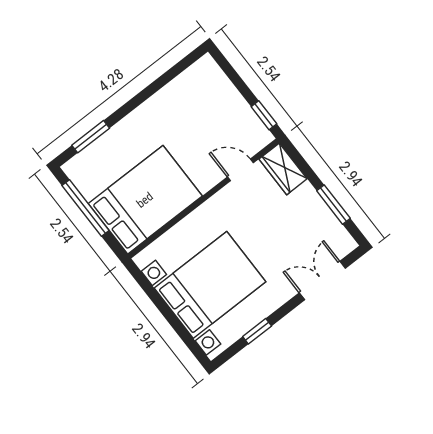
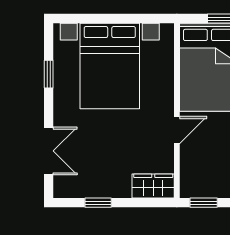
door: (240, 170) -> (177, 130), moved
window: (333, 205) -> (98, 203), width x0.67

